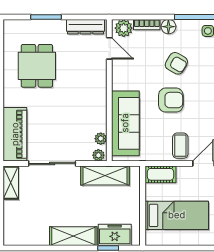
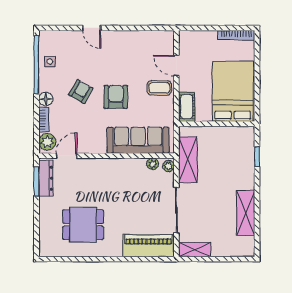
window: (46, 17) -> (37, 182), moved
bed: (177, 215) -> (233, 91), width x1.50
freezer: (115, 235) -> (245, 150), removed
shelving: (73, 236) -> (246, 213), moved

